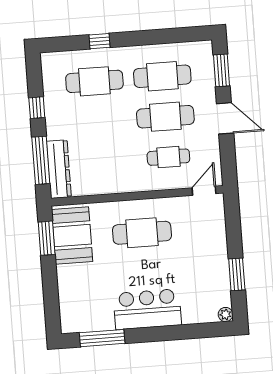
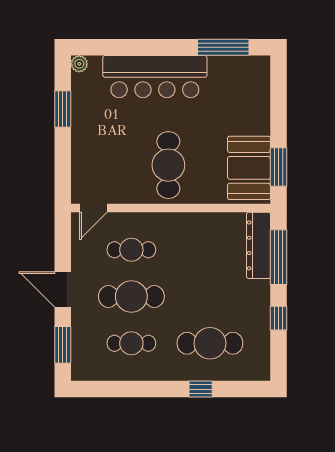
cafe table: (162, 76) -> (131, 343), width x0.73, depth x0.74
cafe table: (142, 233) -> (168, 165), turned 90
bar counter: (147, 309) -> (155, 77), width x1.36

